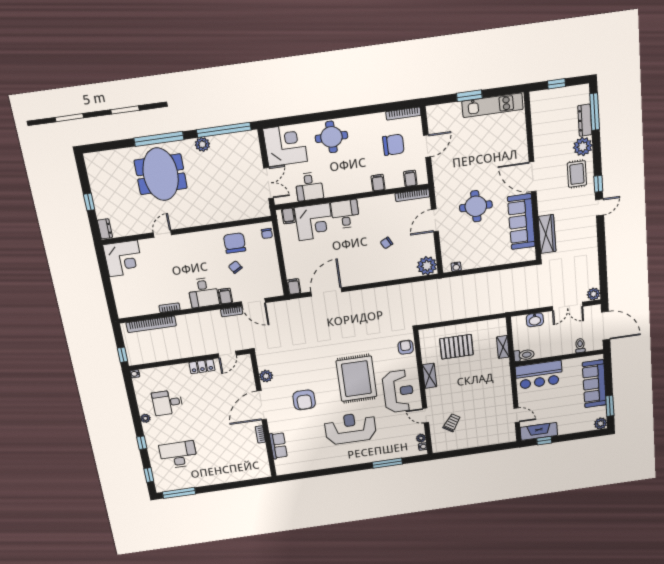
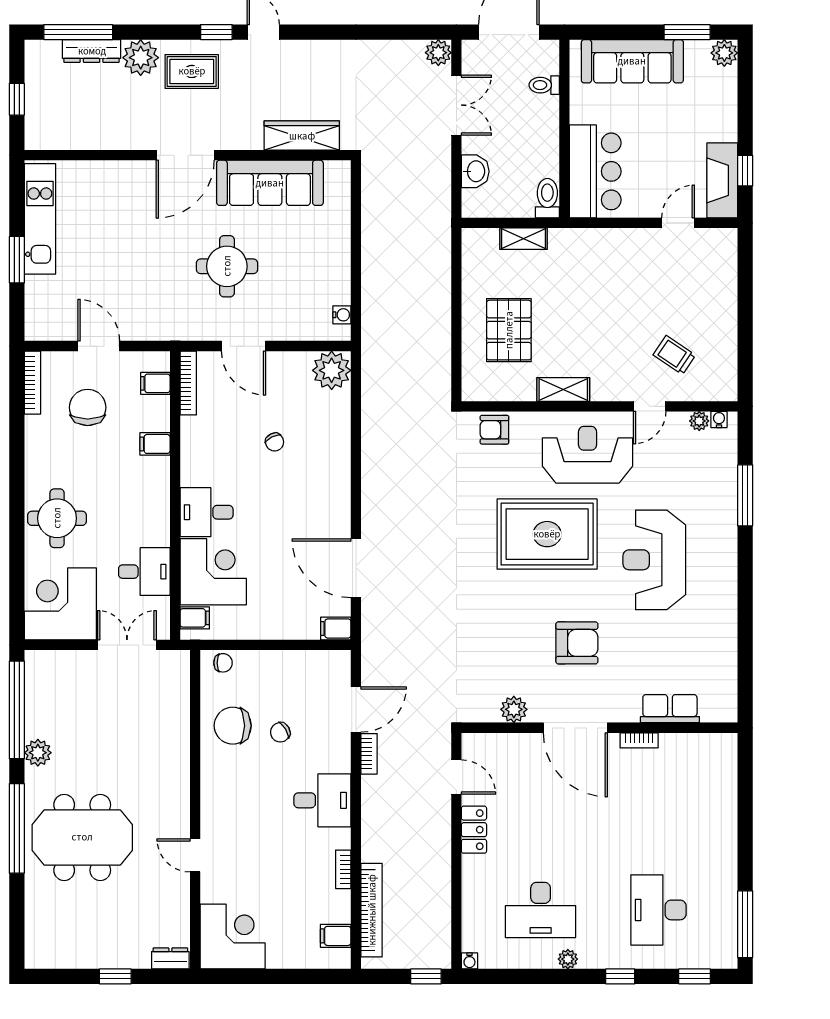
filing cabinet: (225, 296) -> (336, 936), moved
desk: (167, 403) -> (541, 910), width x1.37

